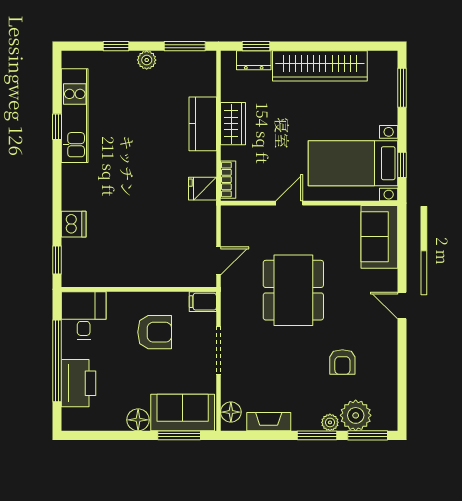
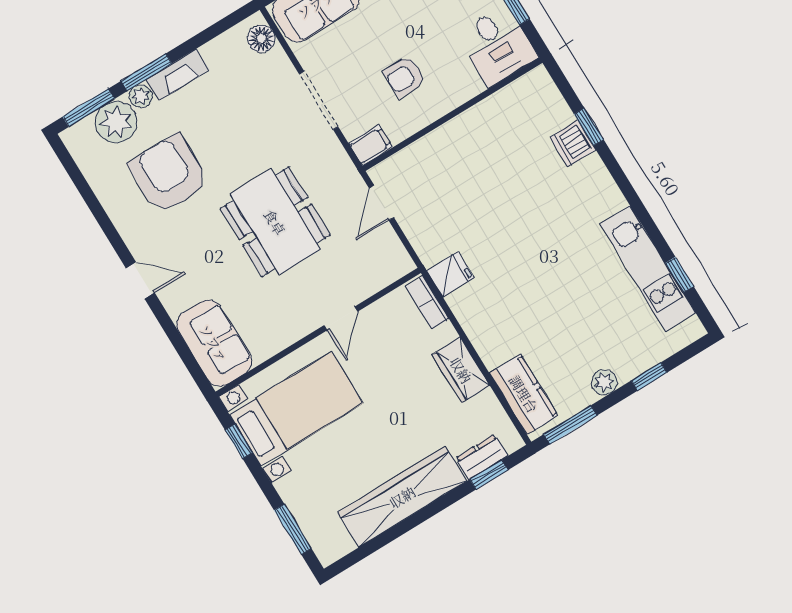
kitchen counter: (203, 124) -> (524, 394), moved
window: (57, 127) -> (679, 275), moved
window: (57, 260) -> (589, 127), moved
armchair: (155, 332) -> (404, 77), width x0.72, depth x0.72
armchair: (342, 362) -> (169, 174), width x1.88, depth x1.88
fireplace: (269, 422) -> (178, 75), moved

